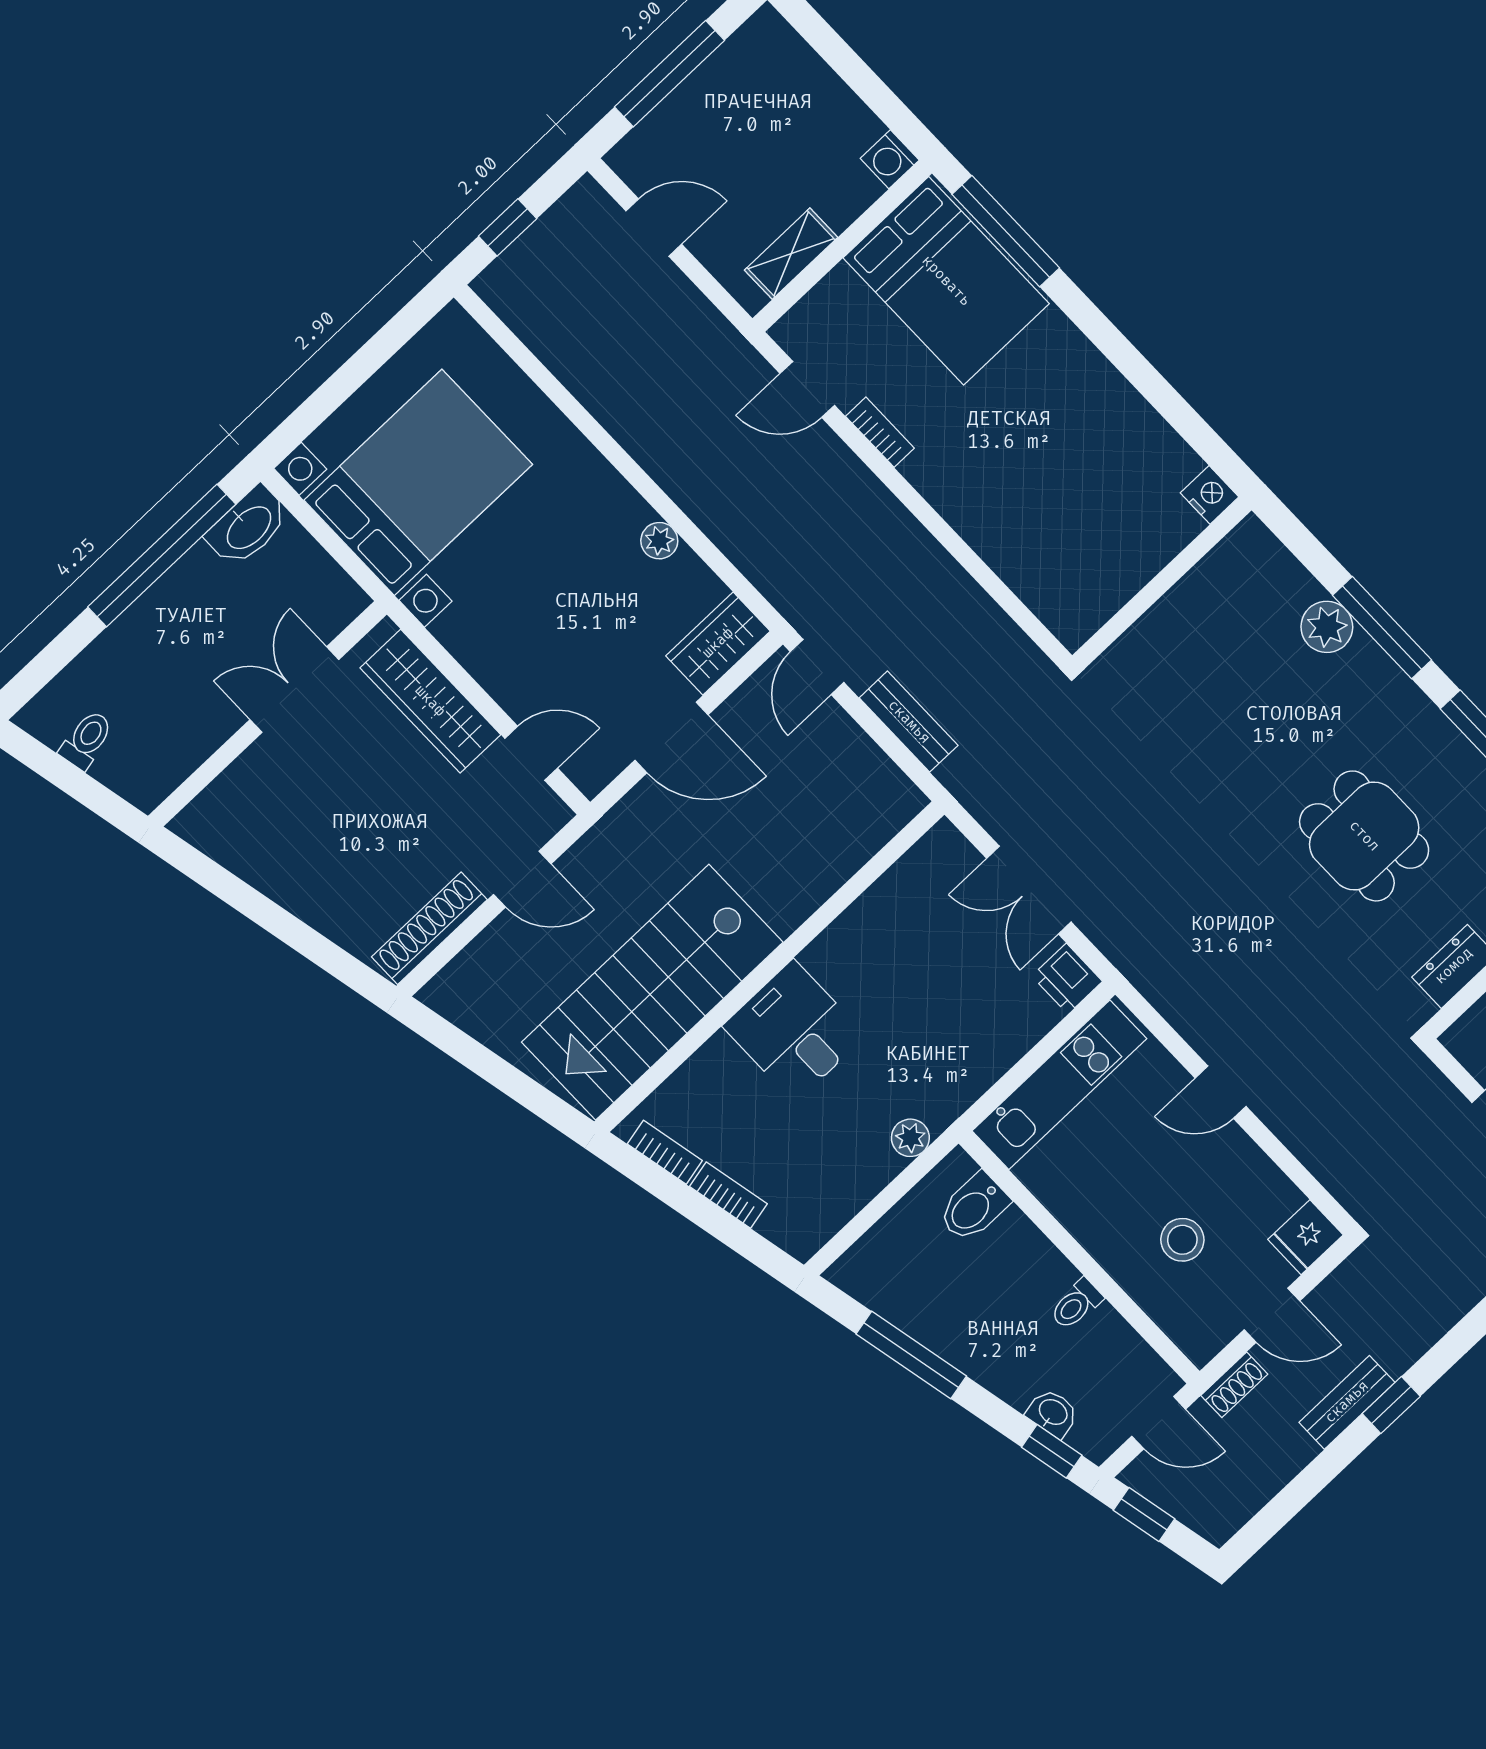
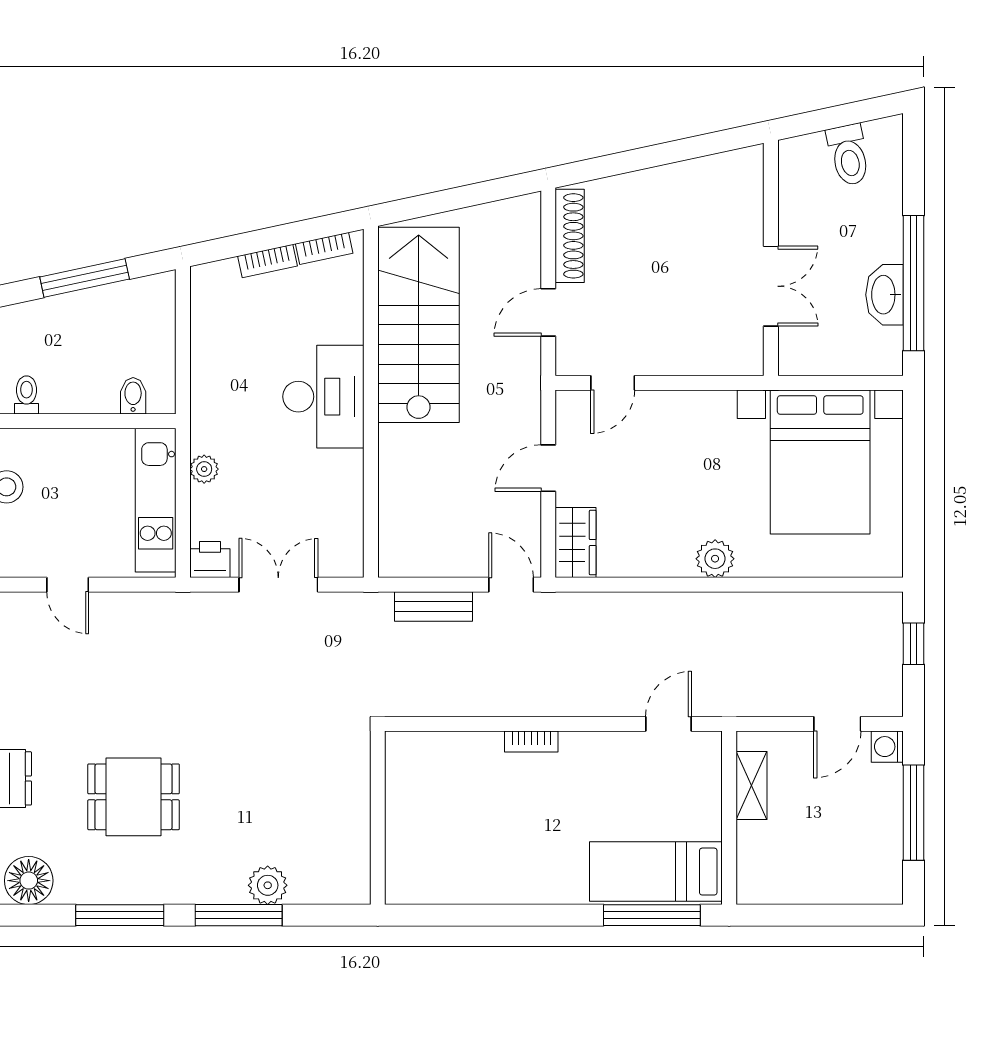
washing machine: (890, 159) -> (887, 747), moved, turned -90
bed: (946, 281) -> (656, 872), width x0.67
bookcase: (880, 432) -> (531, 741), moved
nightstand: (1210, 495) -> (401, 890), removed
washbasin: (248, 527) -> (884, 295), moved
plant: (659, 541) -> (715, 559), moved, width x1.38, depth x1.38
wardrobe: (430, 701) -> (694, 355), removed
door: (671, 737) -> (548, 468), width x0.73
toilet: (87, 740) -> (849, 155), width x1.37, depth x1.39
desk: (794, 1031) -> (323, 397), width x1.37
door: (1221, 1092) -> (68, 585), swing flipped
plant: (910, 1138) -> (204, 469), moved
bidet: (974, 1207) -> (133, 396), width x0.72, depth x0.74

